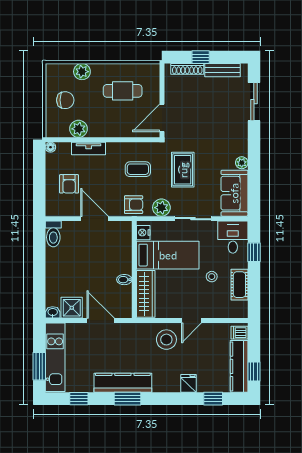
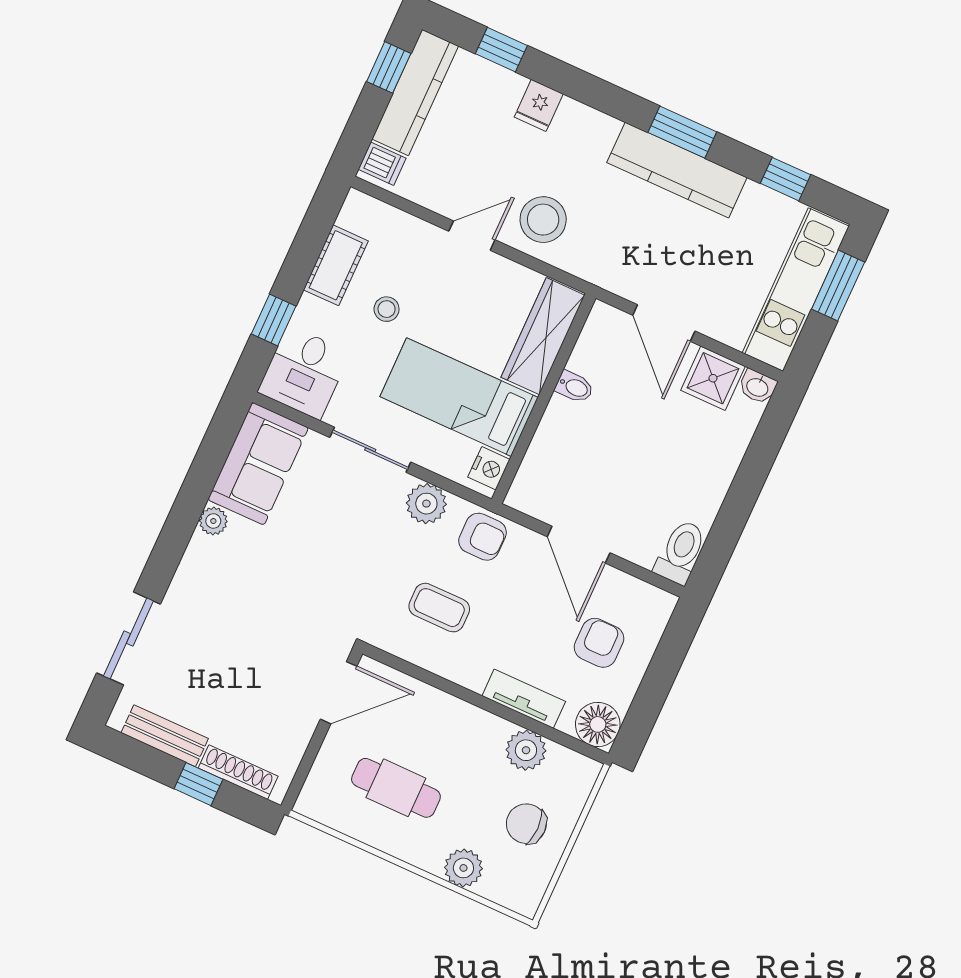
floor lamp: (50, 147) -> (598, 724), width x1.89, depth x1.89
rug: (183, 170) -> (345, 563), removed
armchair: (134, 205) -> (483, 537), turned 180

